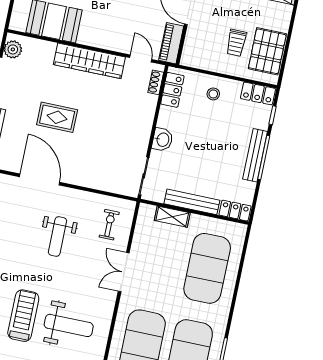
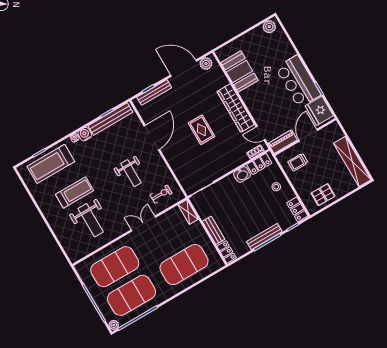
trolley: (236, 43) -> (298, 162), moved
pallet: (267, 51) -> (323, 195), width x0.67, depth x0.71
door: (141, 58) -> (261, 133), swing flipped
rug: (57, 117) -> (201, 130), moved
washbasin: (162, 140) -> (242, 174), moved
bench: (192, 202) -> (214, 230), width x0.73
shelving: (172, 217) -> (188, 212), moved
weight bench: (57, 236) -> (131, 173), turned -90

